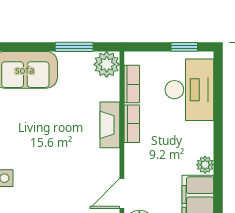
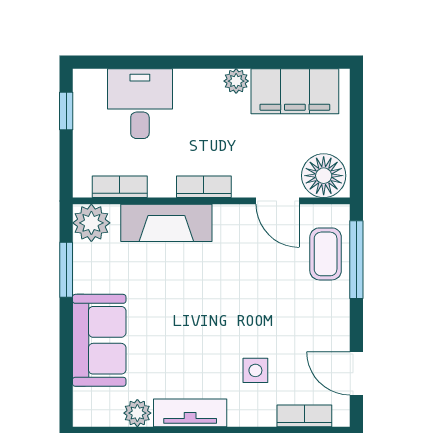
desk: (189, 90) -> (140, 104), width x0.73
bookcase: (132, 124) -> (204, 187), moved
fireplace: (110, 125) -> (166, 223), width x1.37, depth x1.32

